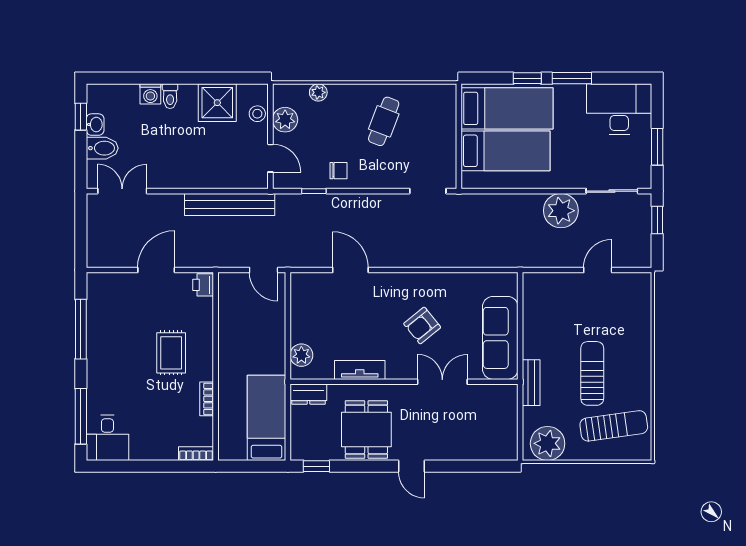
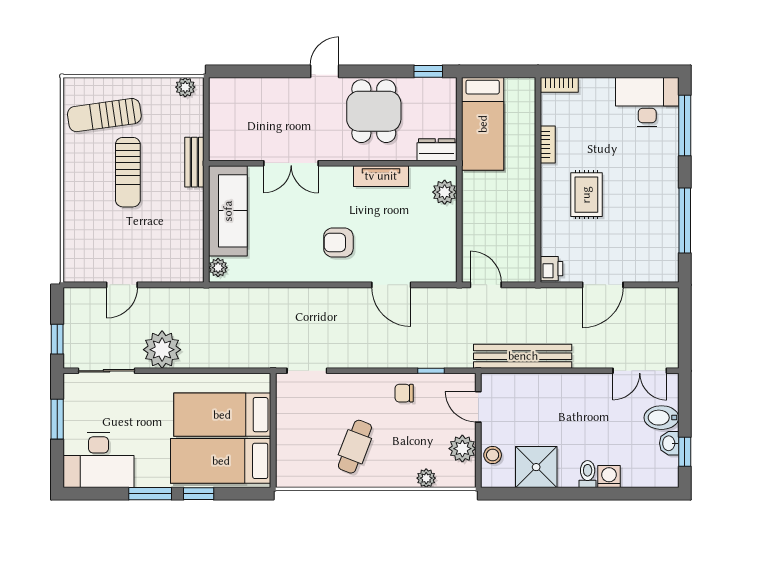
plant: (509, 286) -> (218, 268), added
armchair: (422, 326) -> (338, 243), moved, turned -141
desk: (107, 438) -> (647, 102), width x1.37
plant: (548, 443) -> (185, 87), width x0.53, depth x0.53
door: (412, 466) -> (325, 71), hinge flipped

